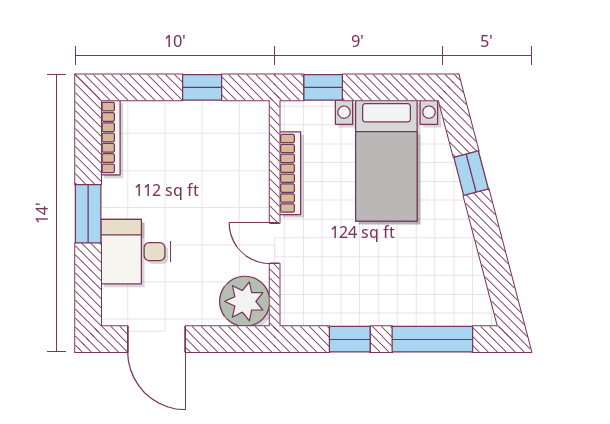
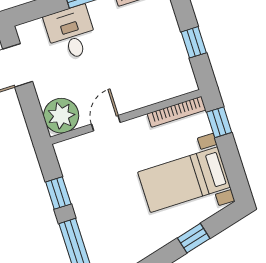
bookcase: (290, 173) -> (177, 112), moved

